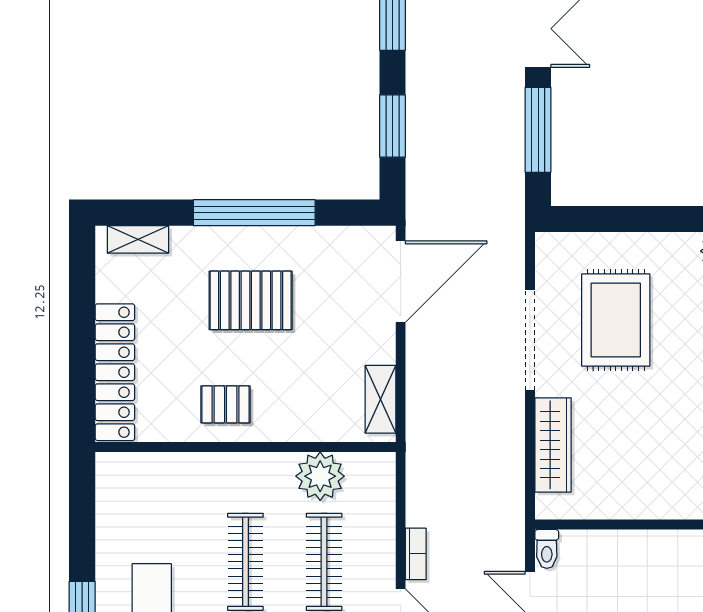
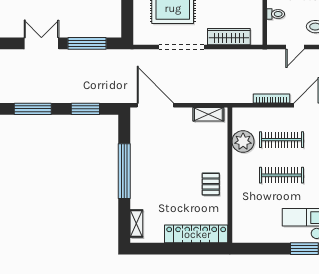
pallet: (251, 300) -> (164, 173), removed
toilet: (547, 549) -> (276, 14), moved
bookcase: (416, 554) -> (271, 98), width x1.56

